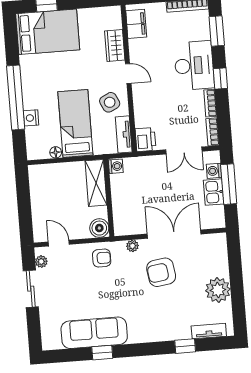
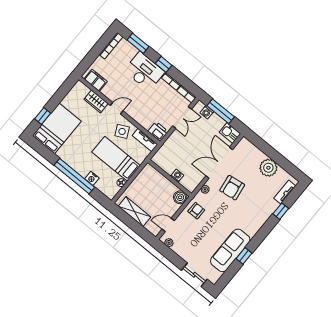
washing machine: (116, 166) -> (177, 176), moved
shelving: (96, 183) -> (135, 212), moved
kitchen sink: (214, 192) -> (230, 133), moved
sliding door: (31, 289) -> (194, 275), moved

